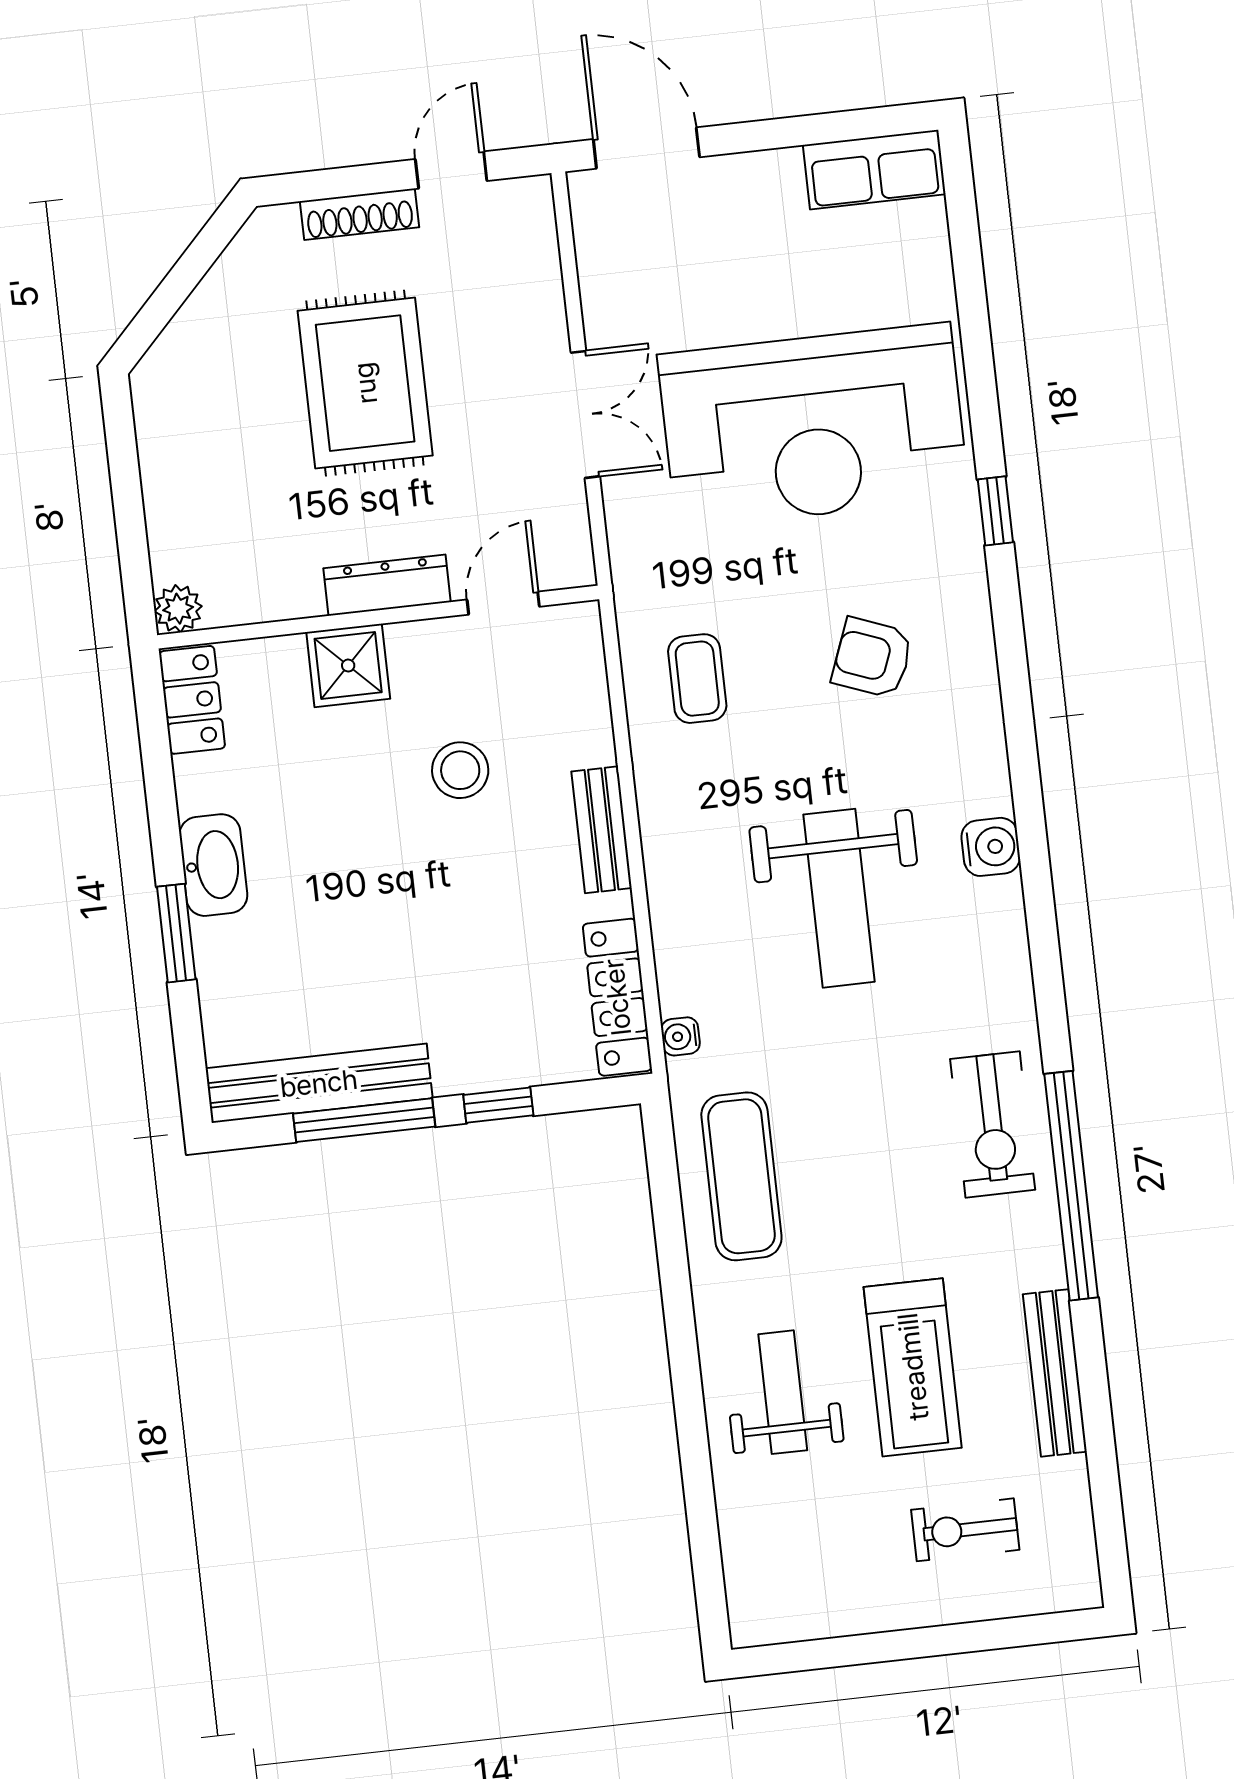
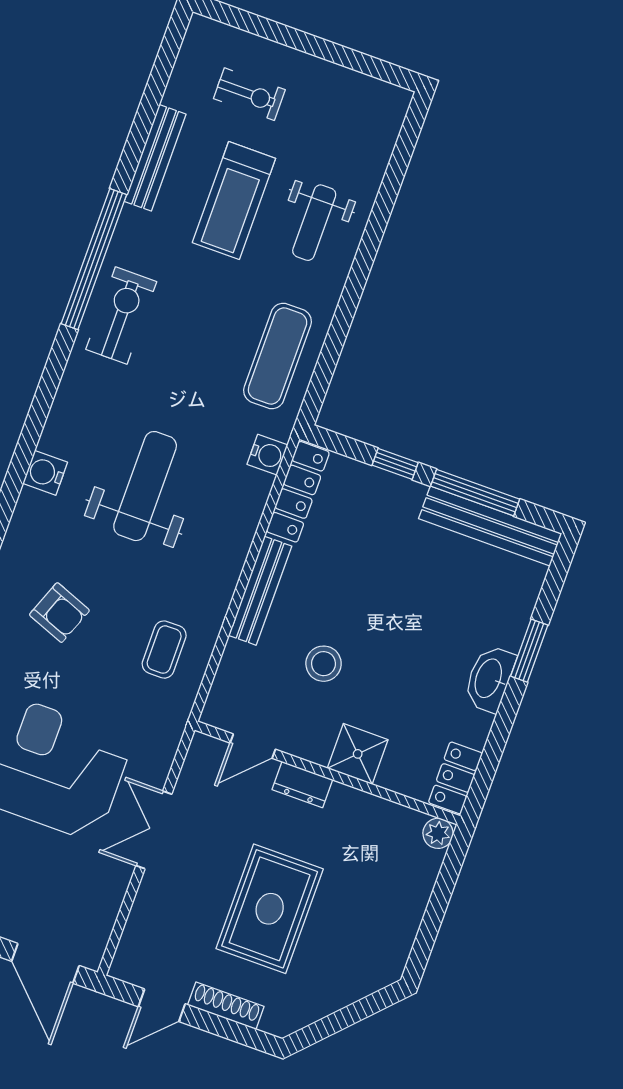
dresser: (387, 585) -> (302, 785), width x0.70
bench: (602, 830) -> (260, 591), width x1.36
water cooler: (681, 1036) -> (267, 455), width x1.38, depth x1.38
treadmill: (913, 1367) -> (234, 200), turned 180

